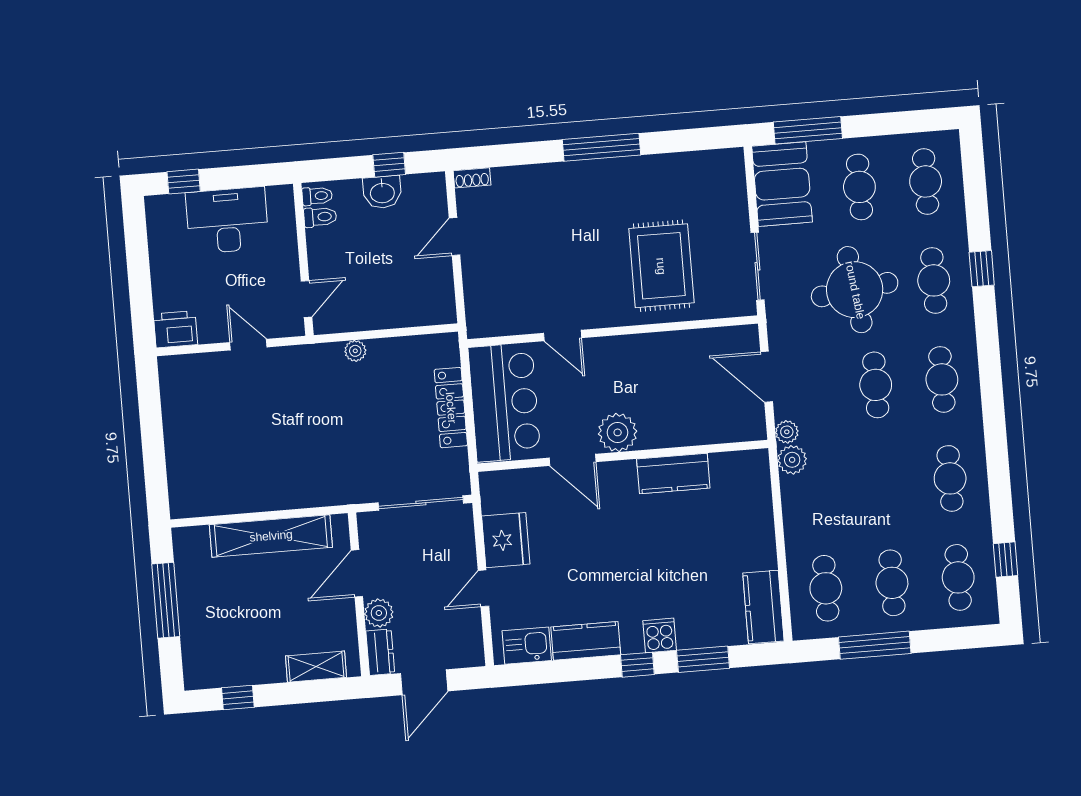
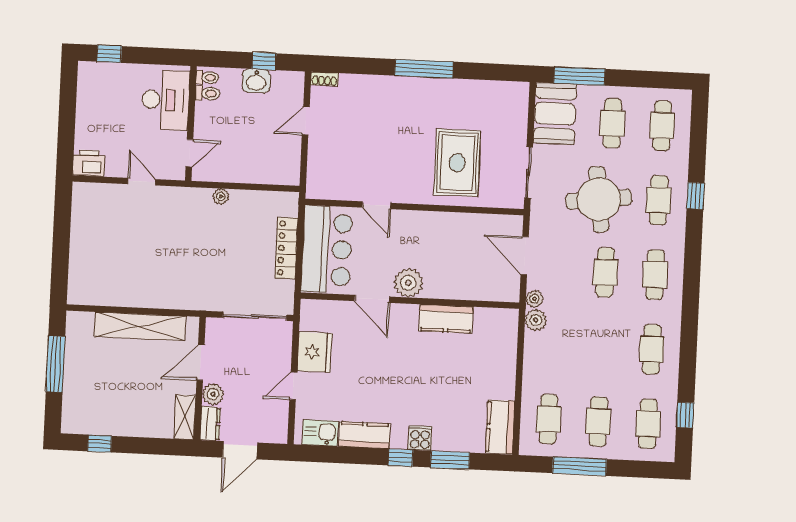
desk: (227, 220) -> (165, 100), moved, turned 90
shelving: (316, 667) -> (185, 417), moved, turned 90

